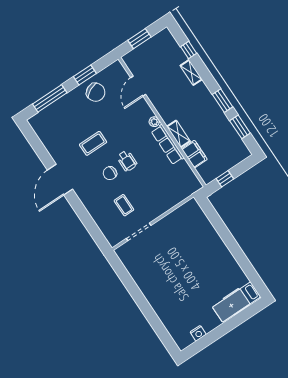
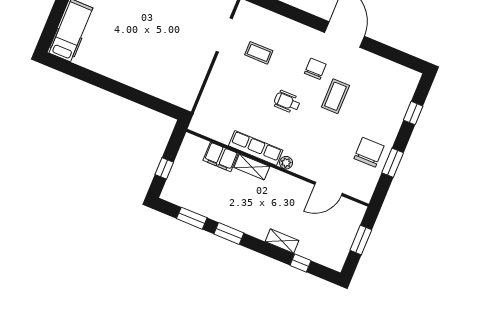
door: (138, 86) -> (328, 189), swing flipped
chair: (96, 92) -> (369, 152), turned 116
window: (50, 98) -> (413, 113), width x0.46
chair: (110, 173) -> (315, 69), moved
window: (225, 179) -> (164, 168), moved

